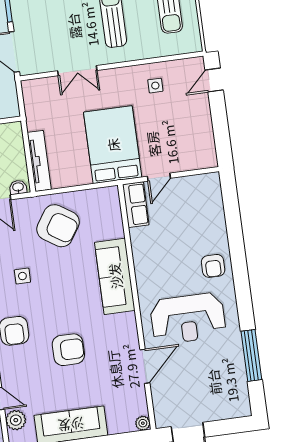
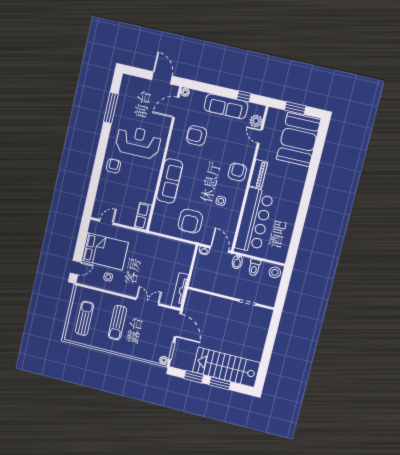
bed: (113, 145) -> (105, 251), moved, turned -90
tv unit: (39, 161) -> (180, 291), moved
door: (159, 177) -> (106, 222), moved
armchair: (58, 226) -> (190, 221), turned -123
armchair: (68, 350) -> (197, 136), moved
door: (145, 366) -> (176, 107), moved

